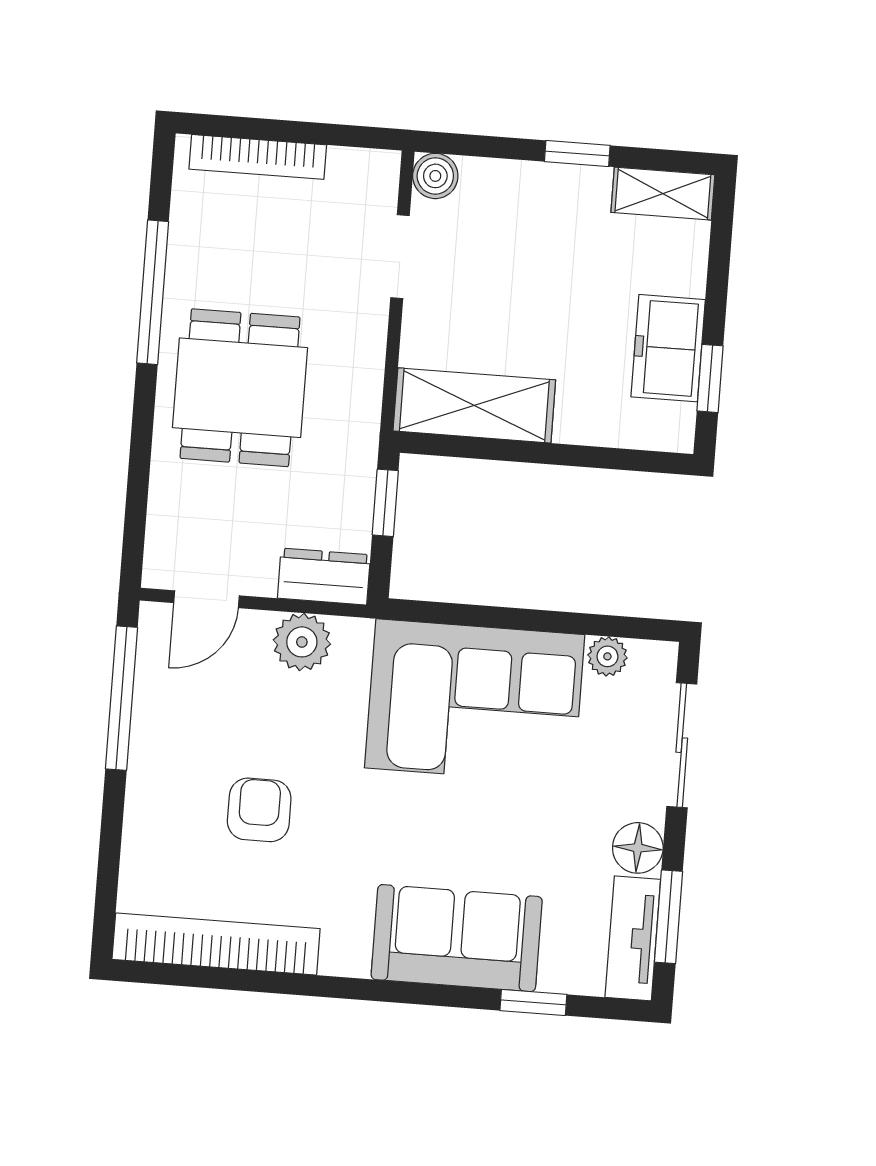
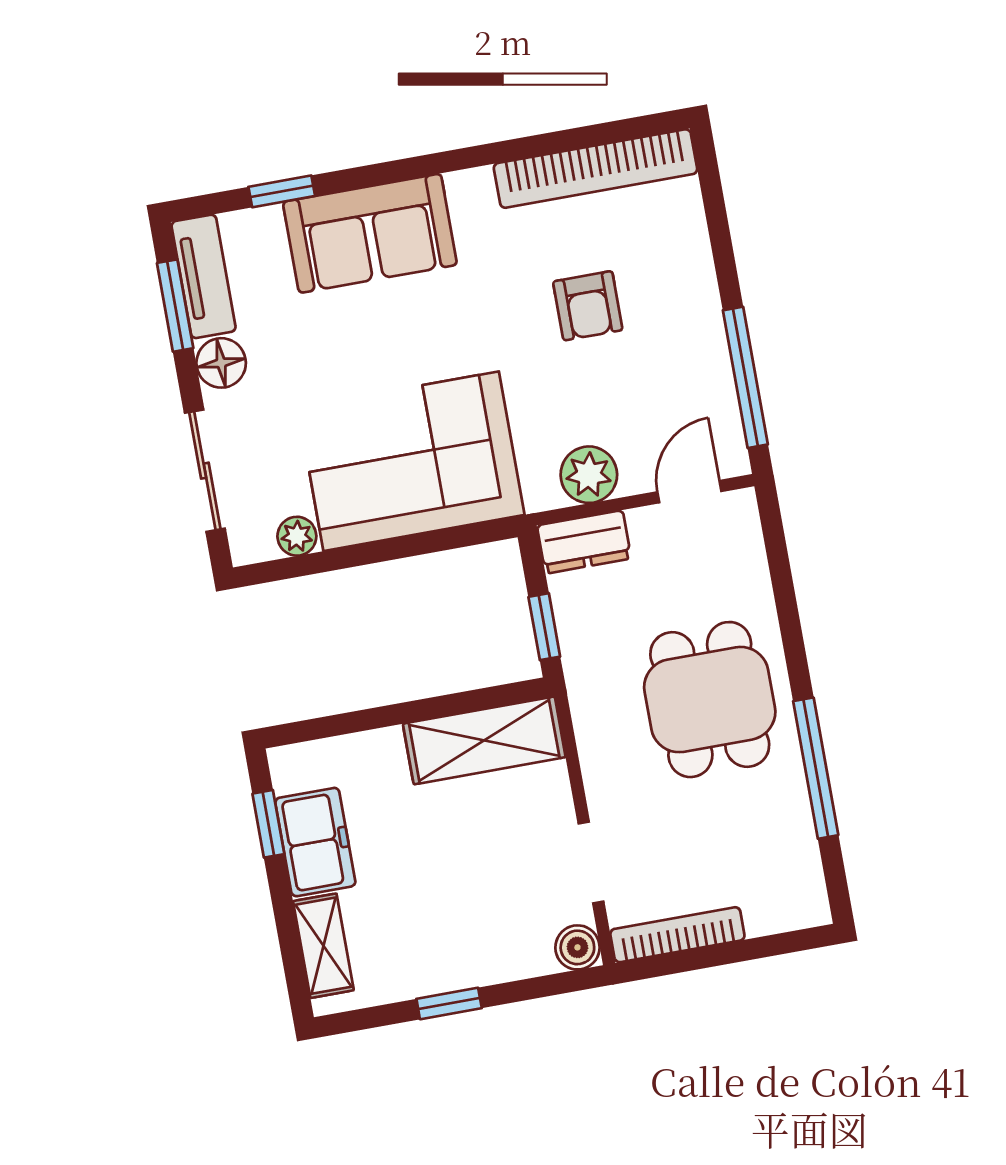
bookcase: (258, 157) -> (677, 935), moved
shelving: (663, 194) -> (323, 946), moved, turned 90

